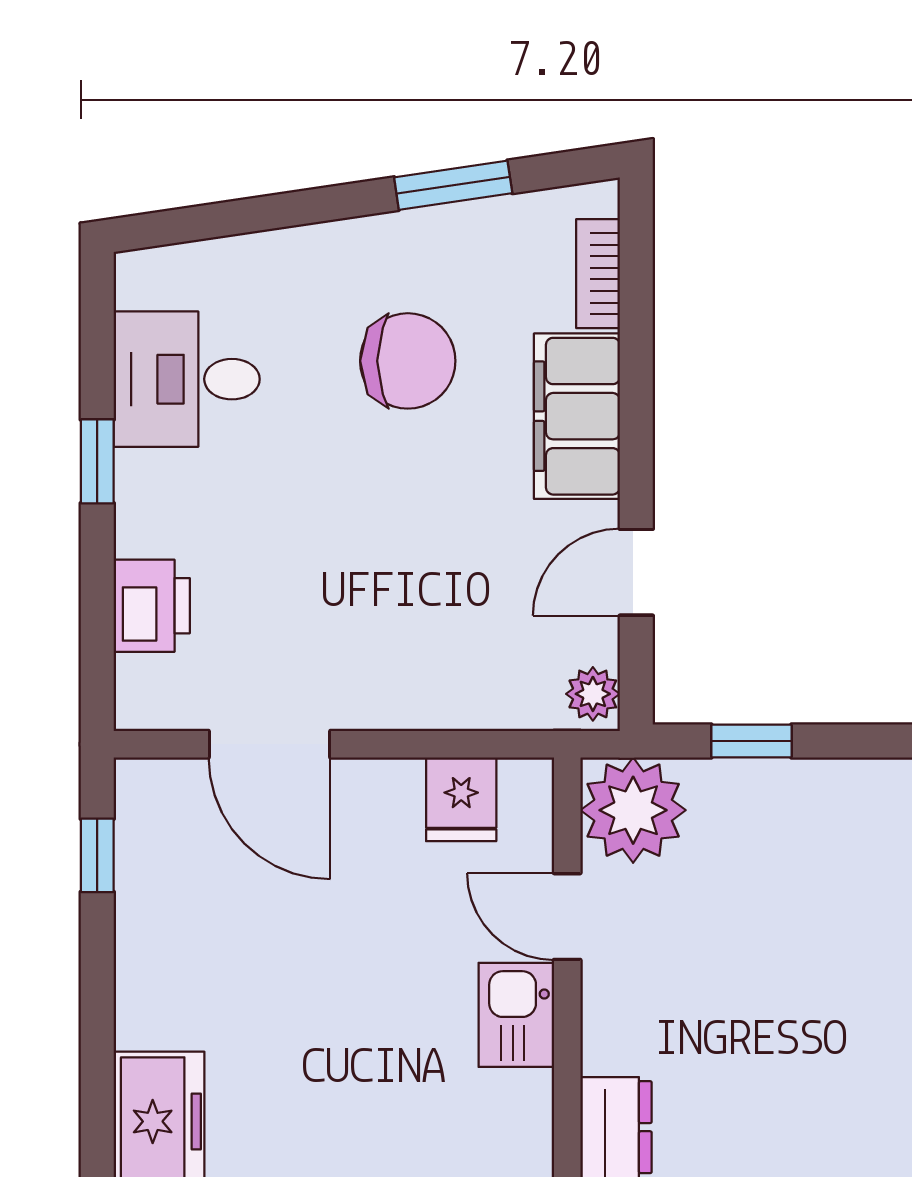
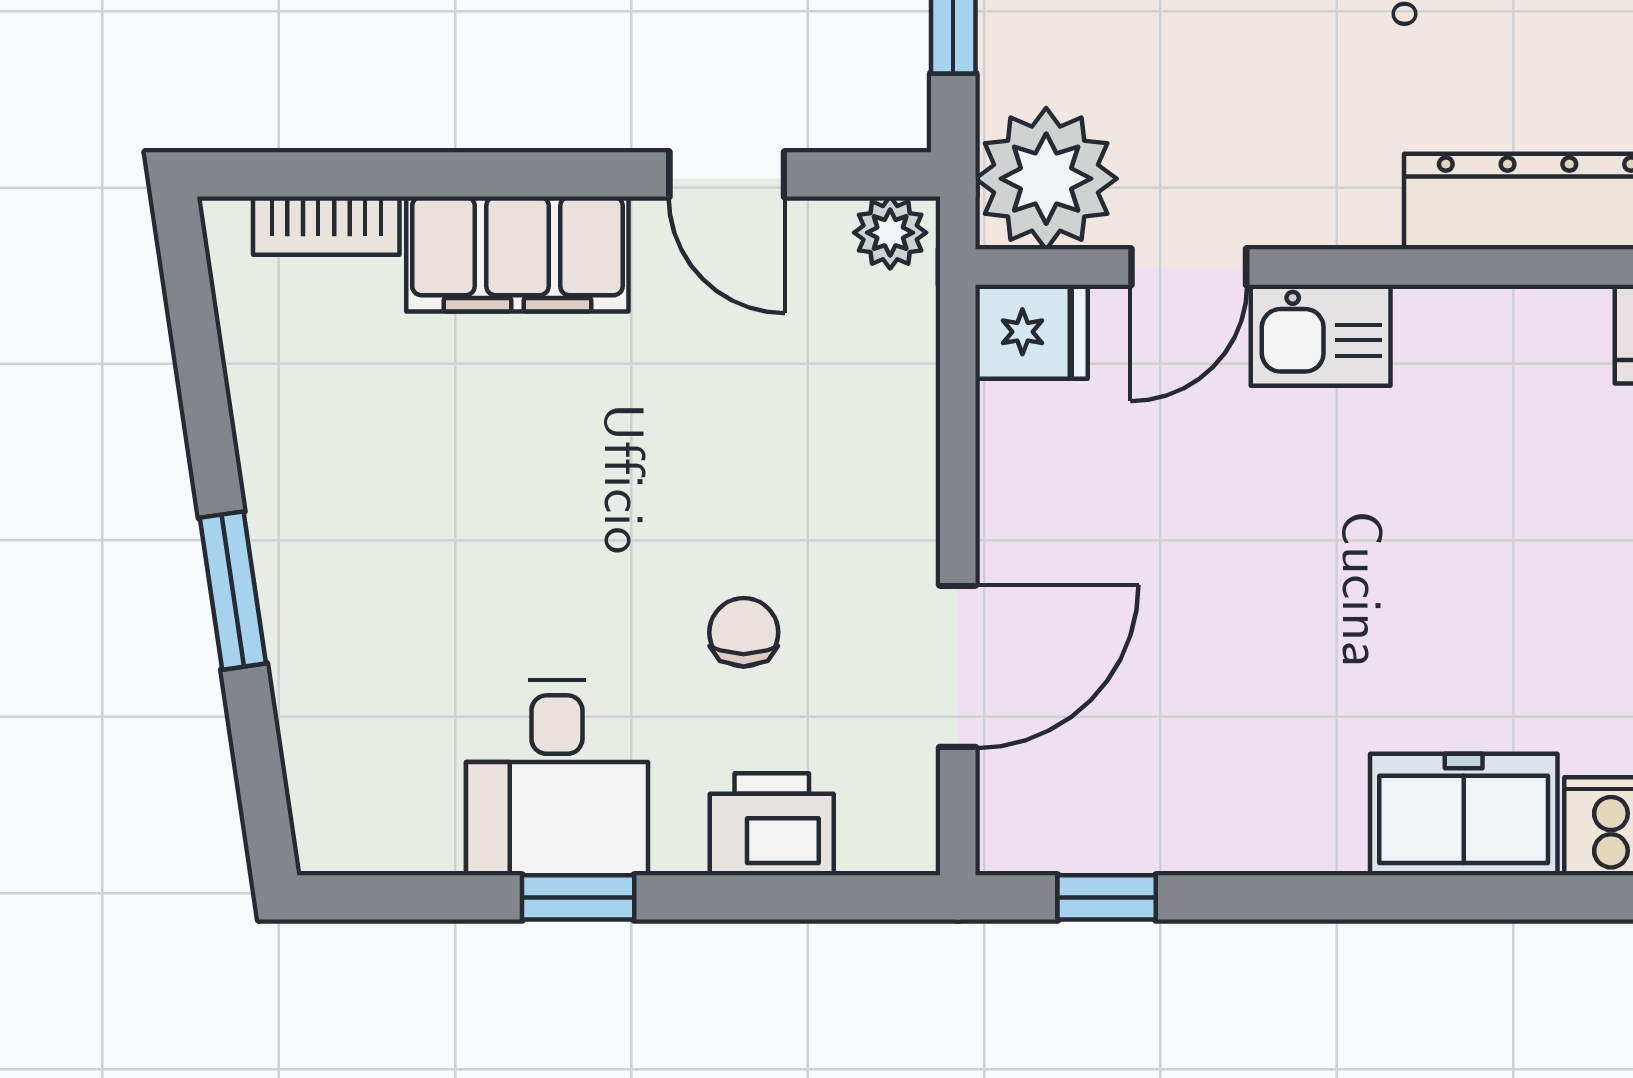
window: (453, 185) -> (233, 591), moved
chair: (408, 361) -> (744, 632), moved, width x0.54, depth x0.54
desk: (187, 379) -> (557, 777), moved
fridge: (461, 799) -> (1031, 332), moved

